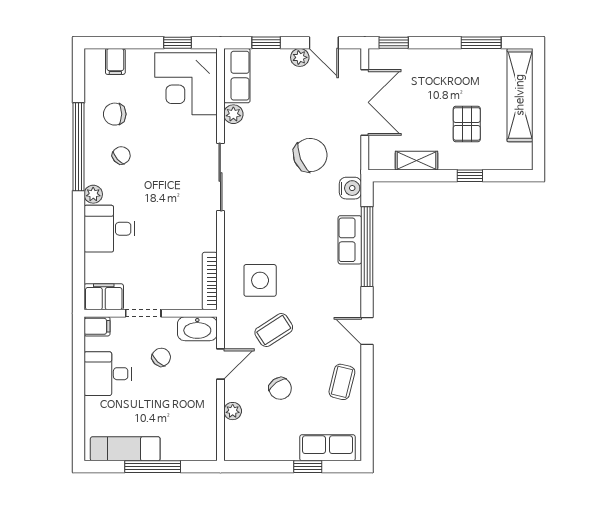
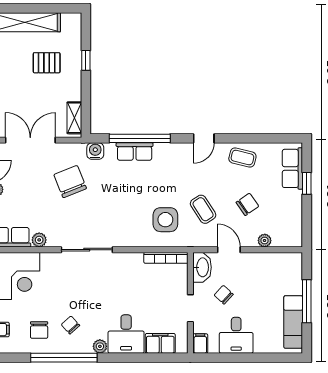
shelving: (416, 161) -> (74, 118), moved
filing cabinet: (104, 297) -> (160, 343), moved, turned 90

